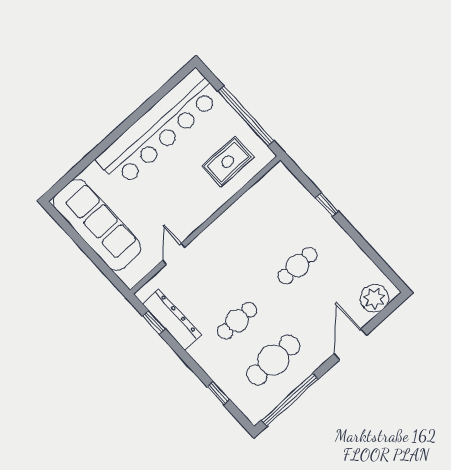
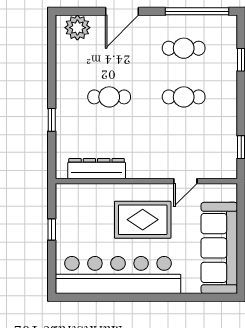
window: (246, 116) -> (52, 230), width x0.32
rug: (228, 162) -> (143, 220), moved, width x1.36, depth x1.43
dresser: (172, 319) -> (97, 169), moved, turned 90
cafe table: (273, 360) -> (184, 48), width x0.73, depth x0.74

